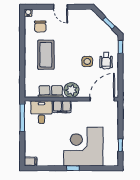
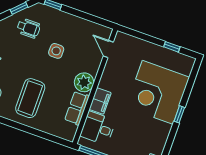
coffee table: (46, 55) -> (30, 98), turned 90
wheelchair: (106, 61) -> (28, 28), moved
door: (102, 99) -> (108, 49), width x0.53

